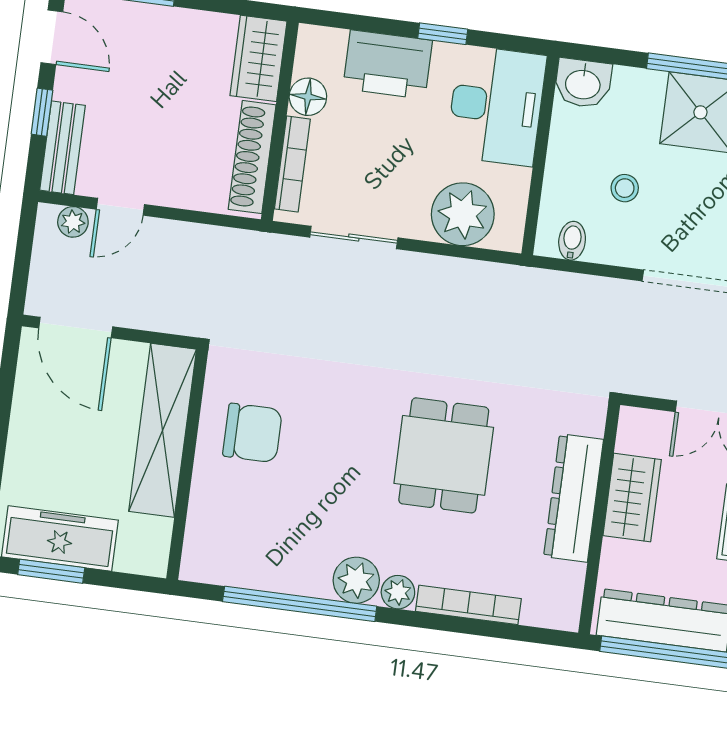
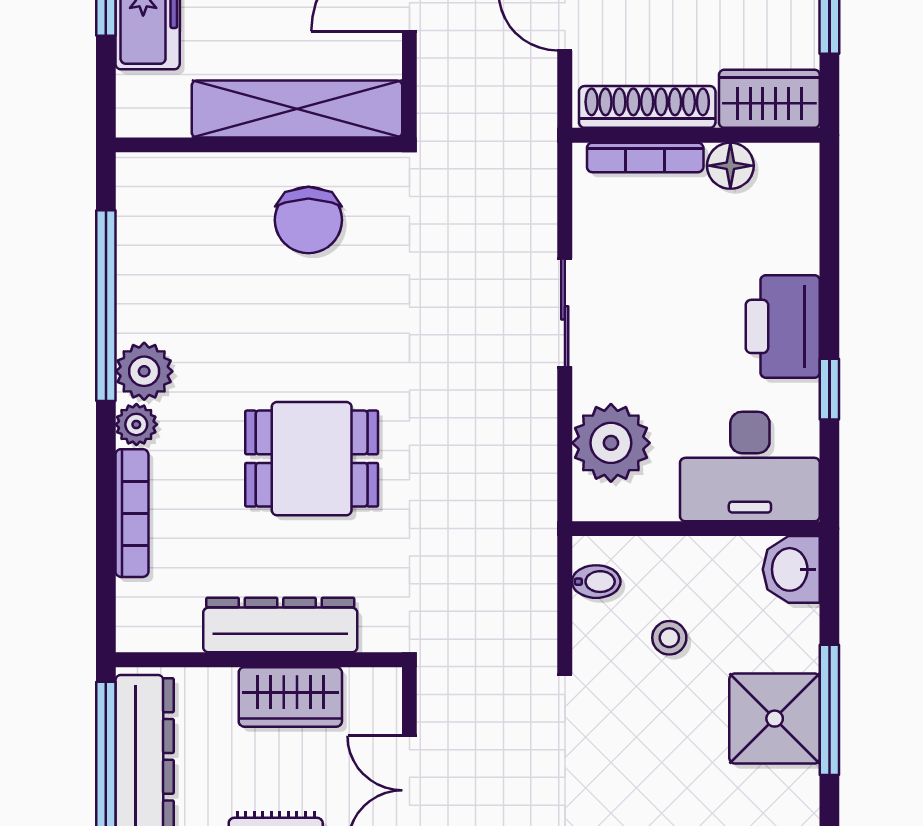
wardrobe: (258, 58) -> (769, 99), moved
floor lamp: (308, 97) -> (730, 166), moved
wall: (280, 121) -> (696, 135), moved
shoe rack: (252, 157) -> (647, 107), moved
bookcase: (292, 164) -> (645, 157), moved

